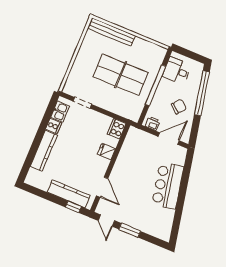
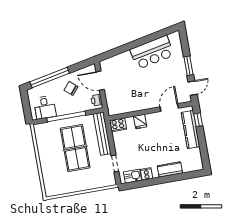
bench: (111, 32) -> (102, 134), moved
kitchen counter: (44, 151) -> (170, 169), width x0.67
bar counter: (168, 186) -> (152, 52), moved

